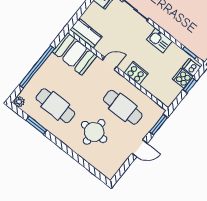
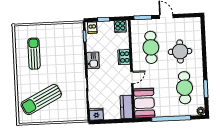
door: (110, 63) -> (132, 78), swing flipped
cooker: (183, 78) -> (120, 27), moved

